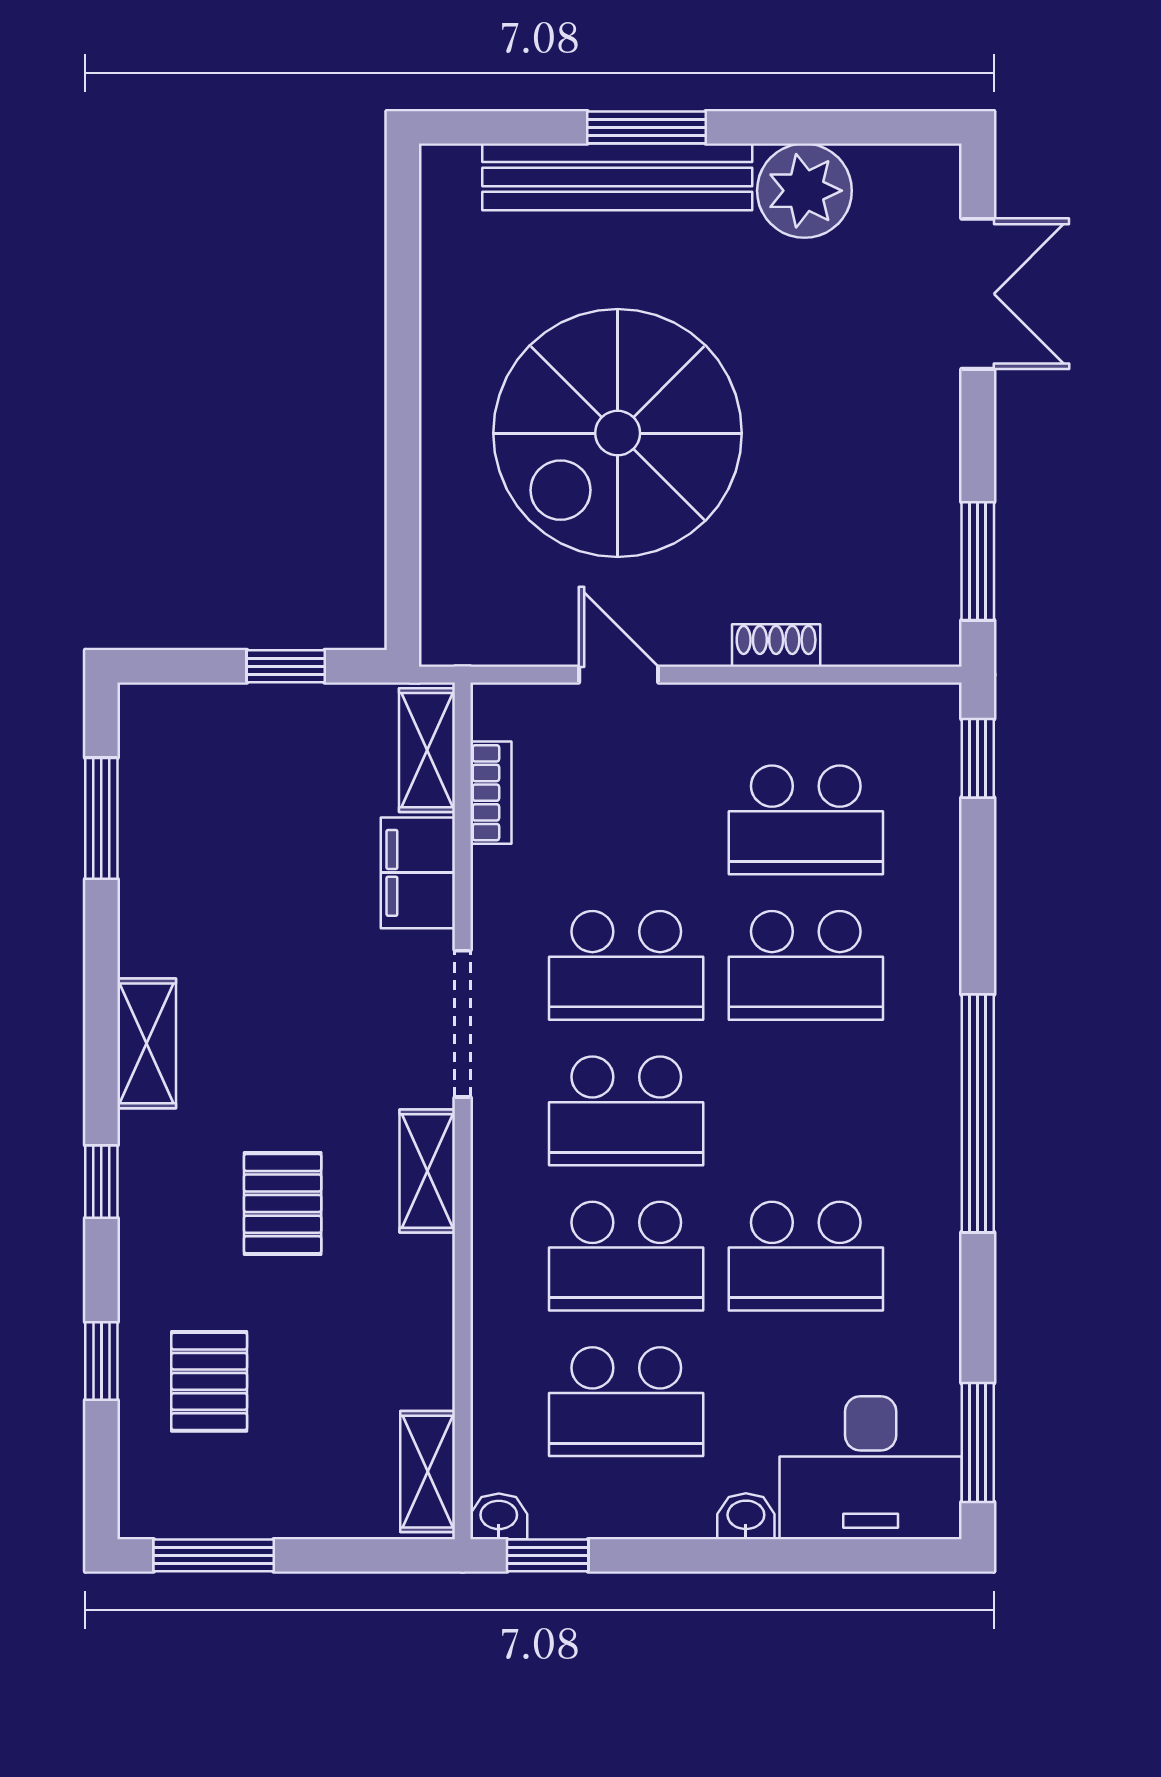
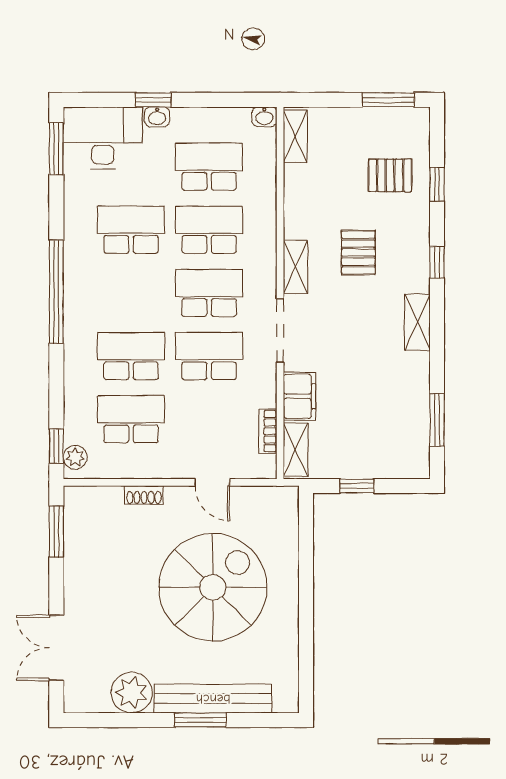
plant: (934, 732) -> (75, 457), added
pallet: (209, 1381) -> (390, 175), turned 90
window: (548, 1555) -> (153, 100), moved

